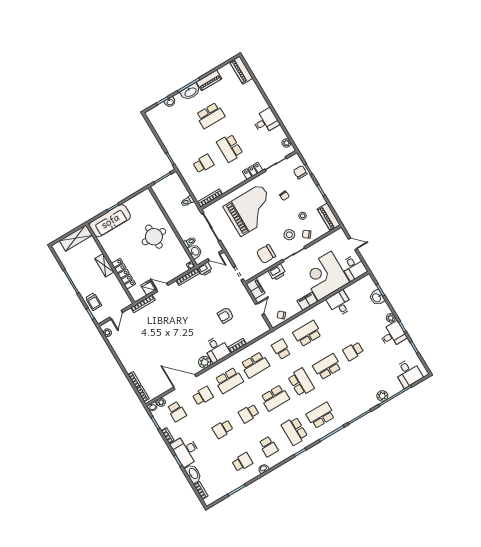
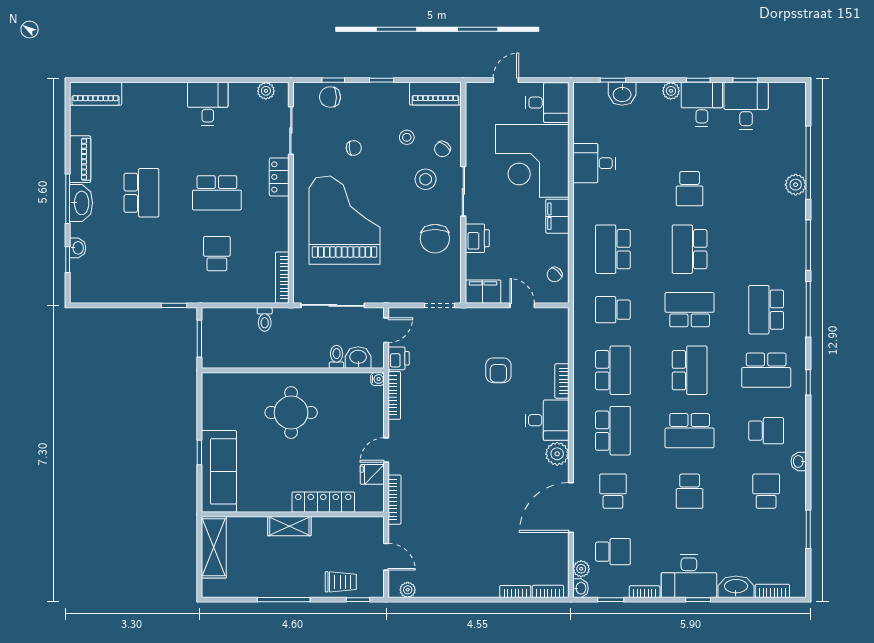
desk: (408, 373) -> (746, 106), moved, turned -90
school desk: (249, 413) -> (690, 431), width x1.85

